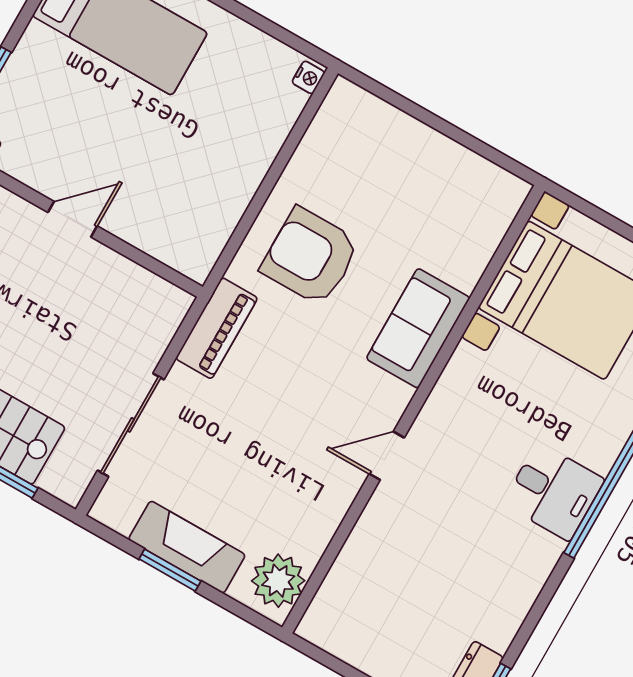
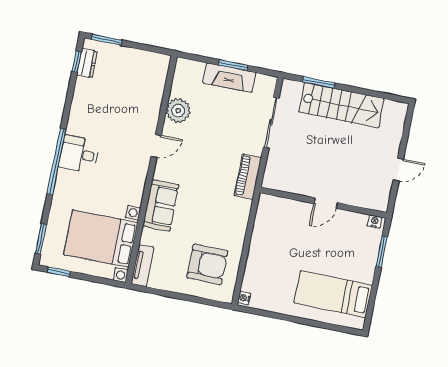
tv unit: (498, 215) -> (142, 266), added
armchair: (310, 256) -> (207, 264), moved
plant: (278, 581) -> (178, 111), moved

